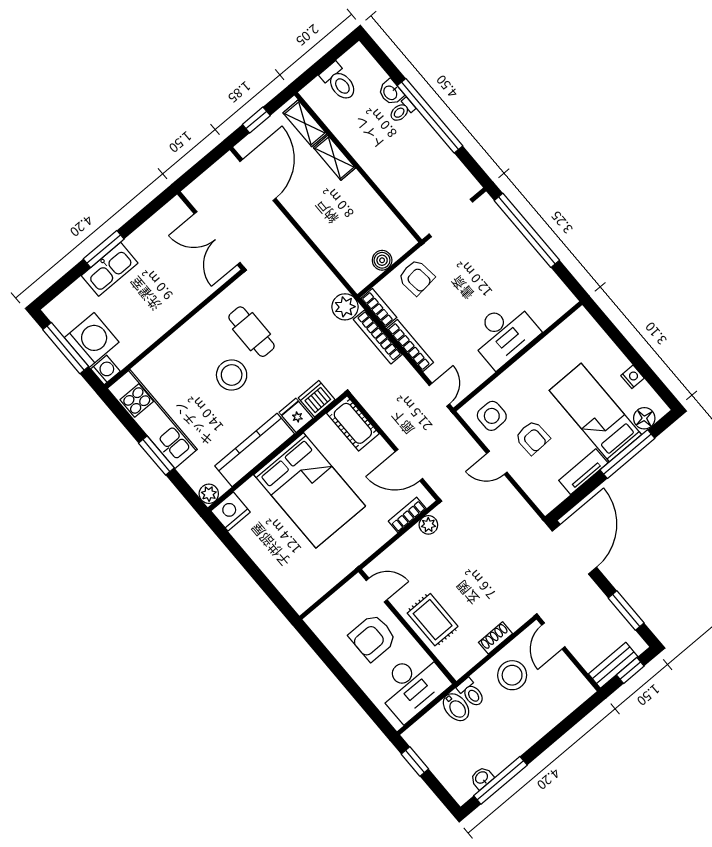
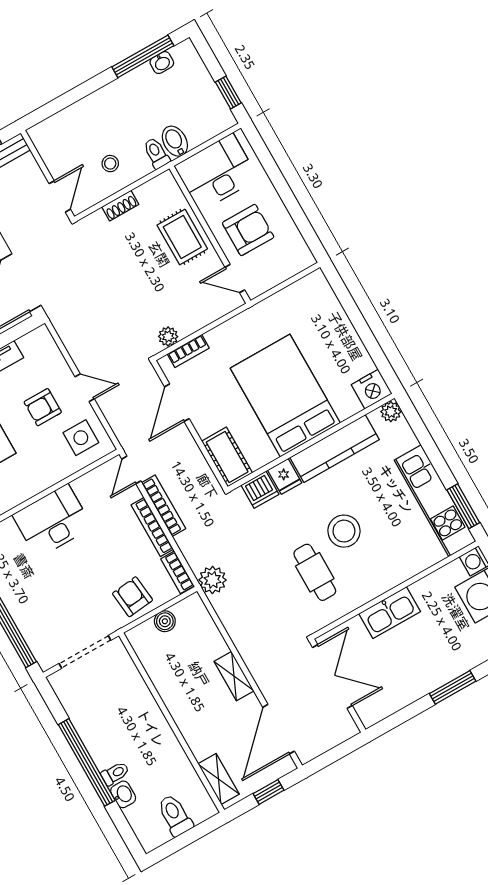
shelving: (334, 158) -> (234, 676), moved
kitchen sink: (110, 269) -> (390, 613), moved, turned 180
bookcase: (378, 337) -> (164, 506), moved
armchair: (532, 438) -> (43, 407), turned -88
window: (156, 455) -> (463, 506), moved
door: (409, 465) -> (177, 403), swing flipped
stool: (512, 675) -> (110, 164), width x0.53, depth x0.53

